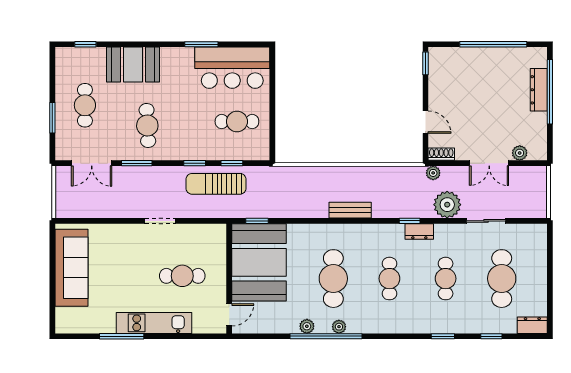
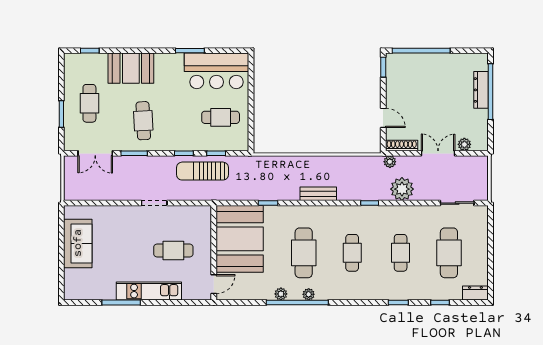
window: (493, 44) -> (421, 51), moved
shoe rack: (441, 154) -> (402, 145), width x1.43
double door: (489, 163) -> (438, 153), swing flipped
window: (257, 221) -> (268, 203), moved
sliding door: (486, 221) -> (457, 203), moved
dresser: (419, 232) -> (378, 212), removed
sofa: (72, 268) -> (78, 243), width x0.73

